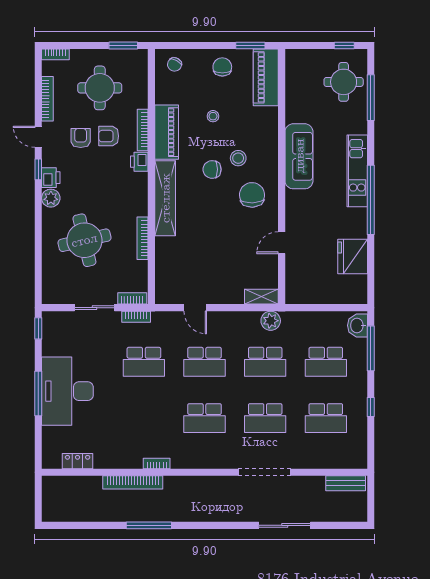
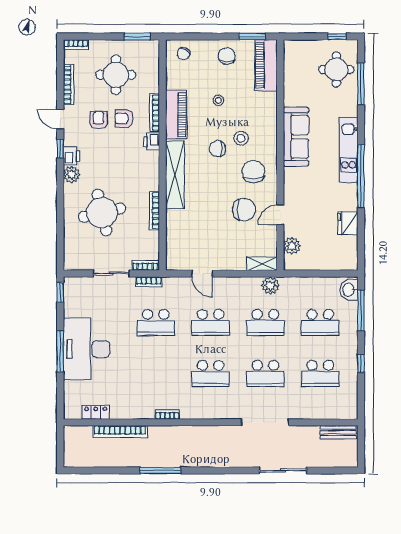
chair: (242, 237) -> (244, 210), added
fridge: (353, 256) -> (348, 223), width x0.73, depth x0.75
plant: (294, 277) -> (292, 246), added
bookcase: (133, 482) -> (120, 432), moved

